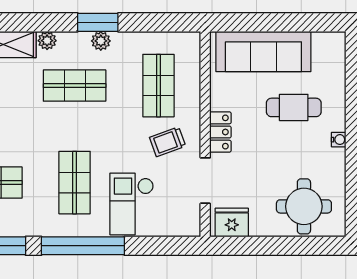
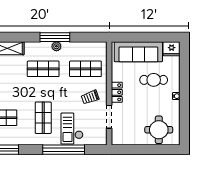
window: (98, 22) -> (55, 37), width x1.44
plant: (47, 41) -> (29, 46), removed
shop shelf: (158, 86) -> (85, 69), turned 90
fridge: (232, 222) -> (172, 49), moved, turned 180
window: (83, 246) -> (64, 150), moved

